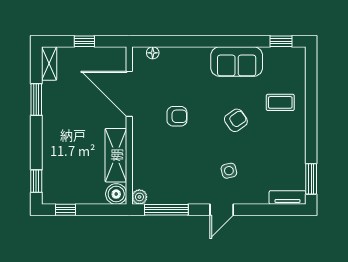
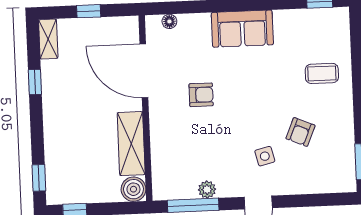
sofa: (237, 62) -> (242, 29), moved
window: (36, 100) -> (35, 82), width x0.67
armchair: (236, 120) -> (300, 132), moved, turned 148
plant: (139, 197) -> (207, 190), moved
tv unit: (287, 197) -> (335, 185), removed

